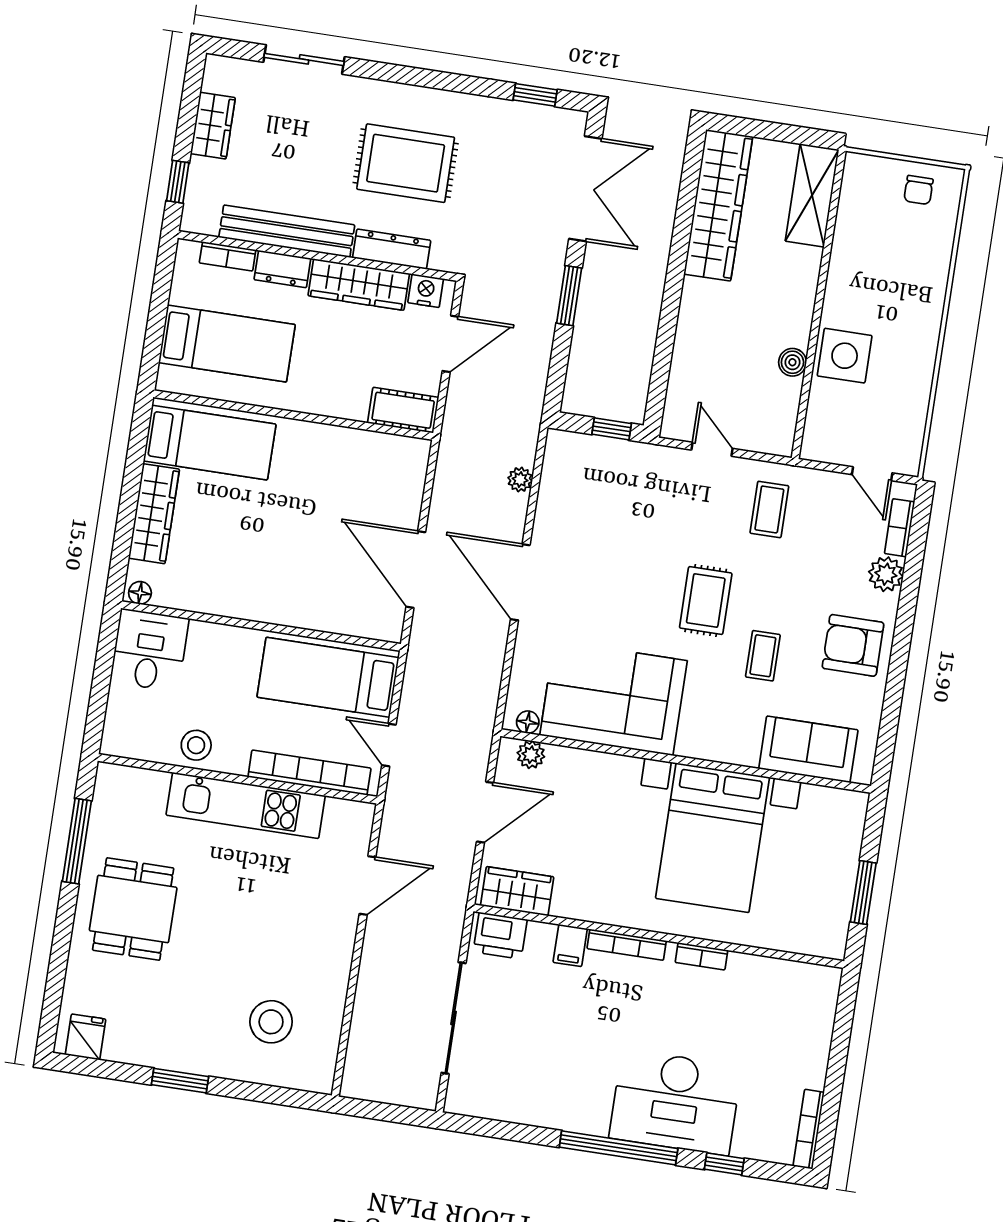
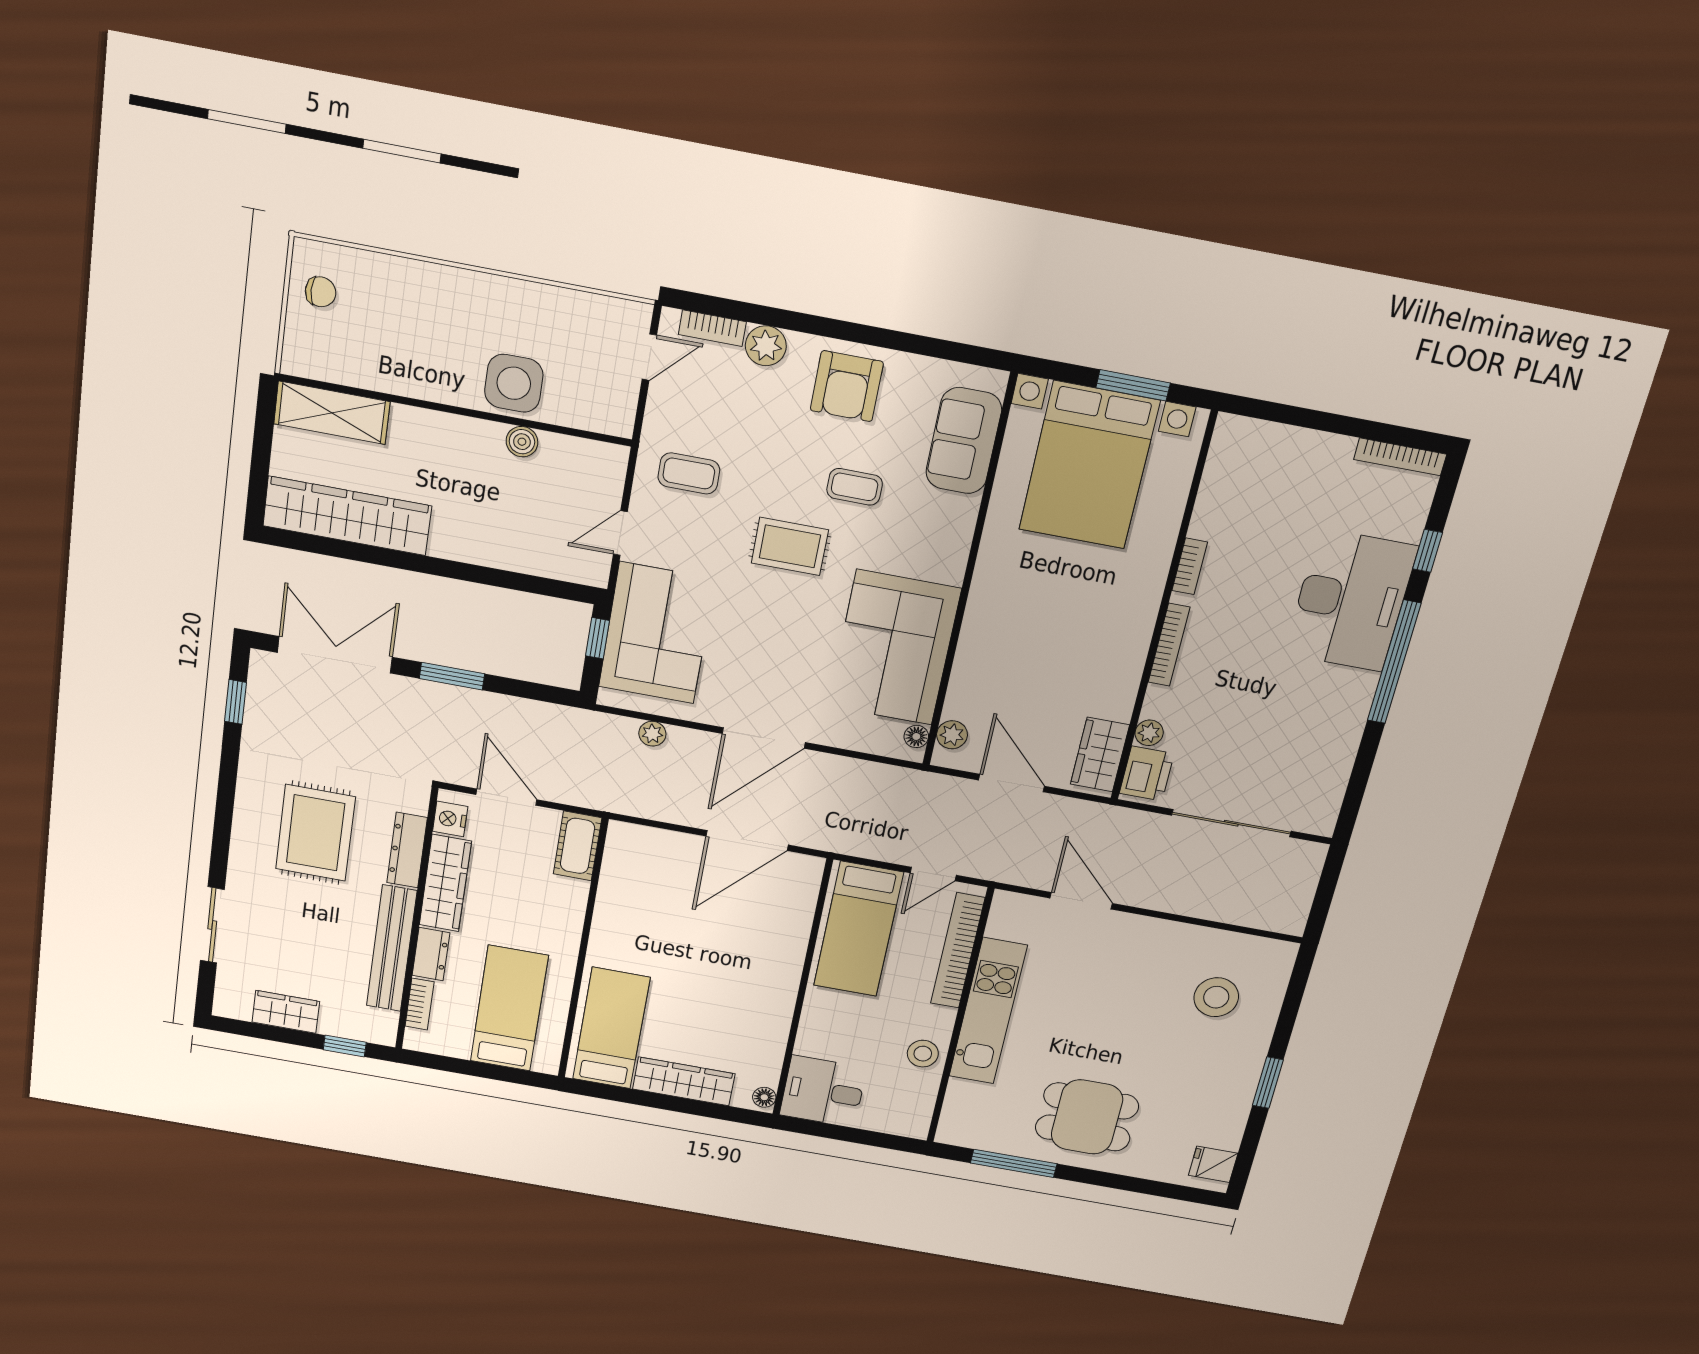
corner sofa: (619, 483) -> (657, 633), added
bed with nightstands: (713, 838) -> (1089, 465), moved, turned 90
plant: (541, 934) -> (1149, 733), added
filing cabinet: (570, 945) -> (1164, 703), removed

